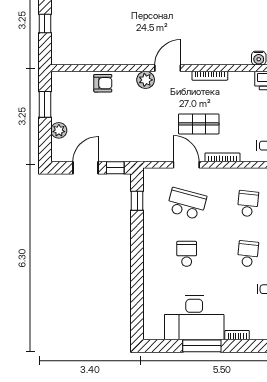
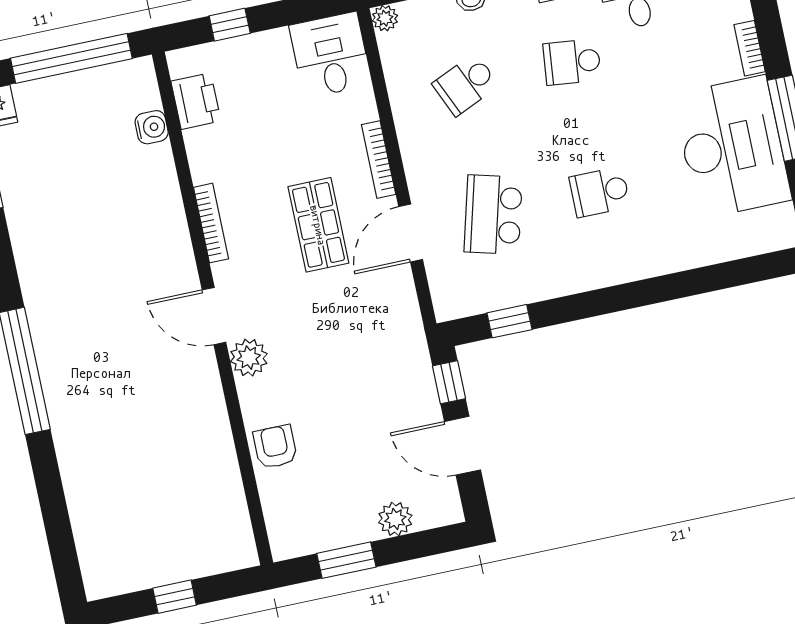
school desk: (248, 204) -> (466, 85), turned -30

